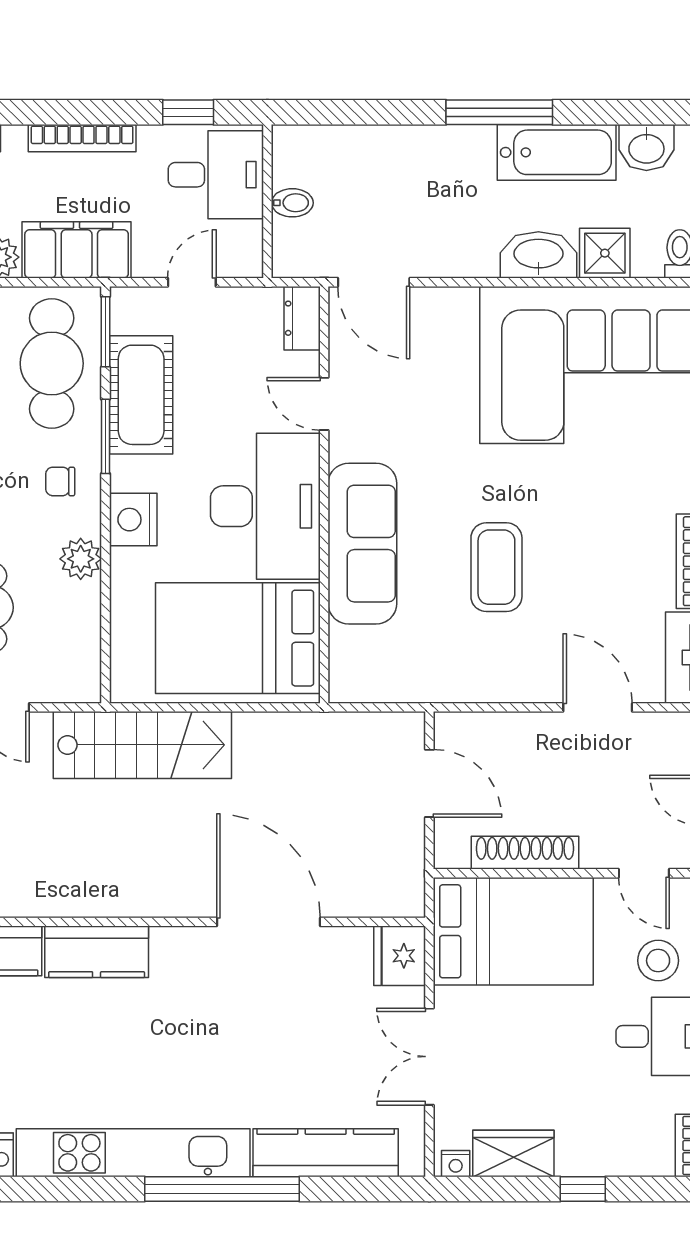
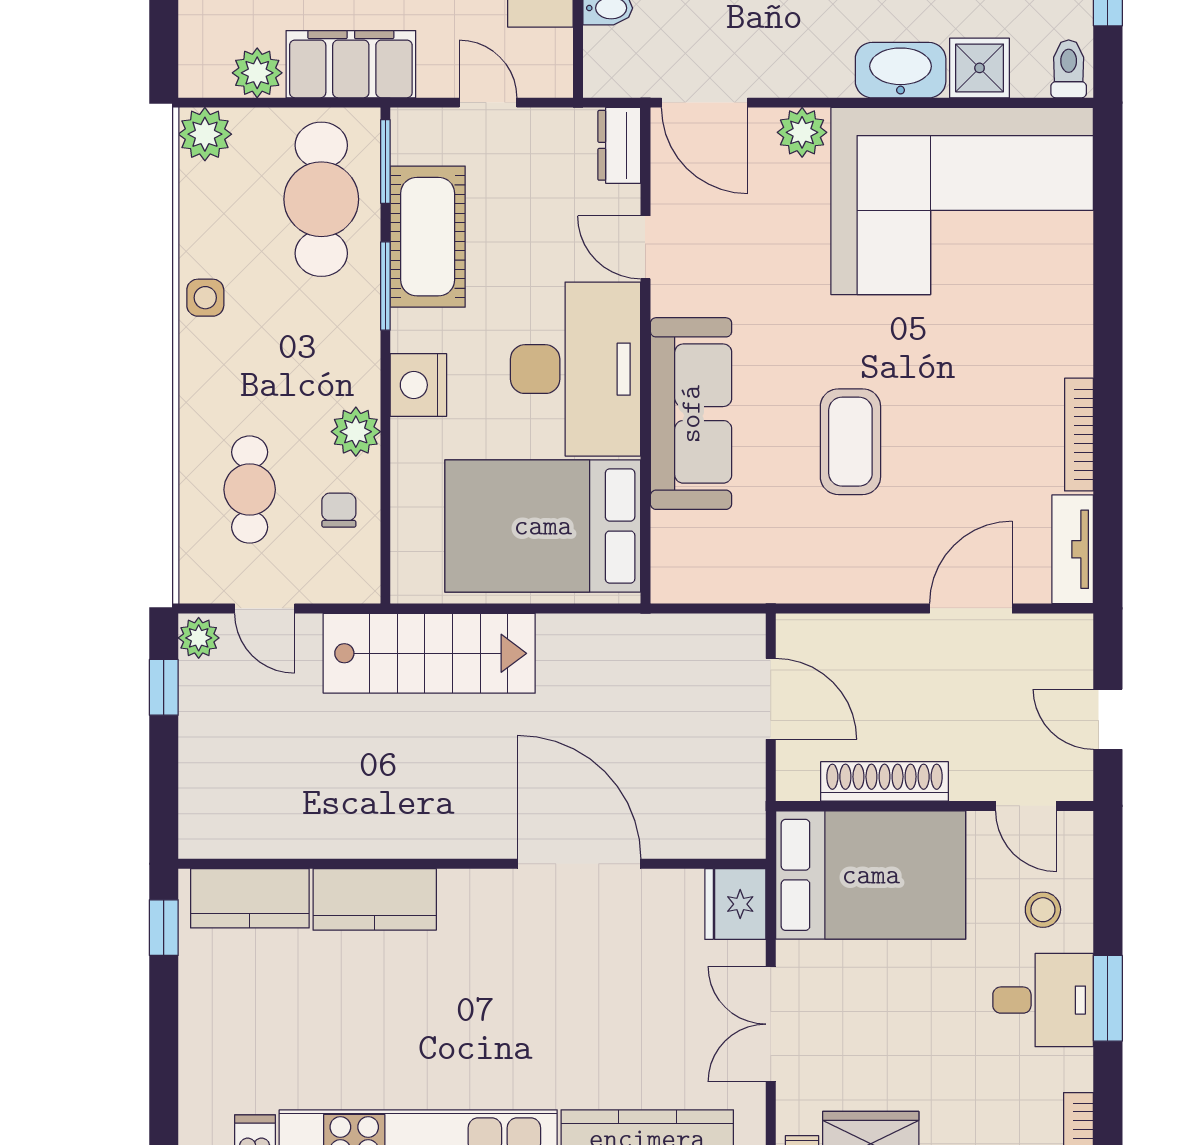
door: (192, 282) -> (488, 103), hinge flipped
plant: (456, 307) -> (802, 132), added
chair: (60, 481) -> (339, 510), moved, turned 90
door: (598, 707) -> (971, 608), hinge flipped
stool: (658, 961) -> (1043, 910), width x0.73, depth x0.73

